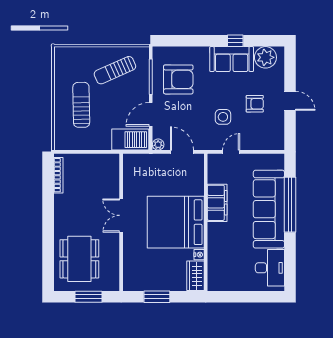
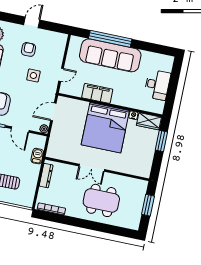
barbecue: (130, 140) -> (37, 156), width x0.53, depth x0.65
door: (231, 152) -> (61, 75), swing flipped
dresser: (99, 160) -> (46, 176), added
dining table: (79, 259) -> (101, 200), moved
desk: (270, 268) -> (157, 85), moved, turned 90
window: (157, 297) -> (161, 141), moved

